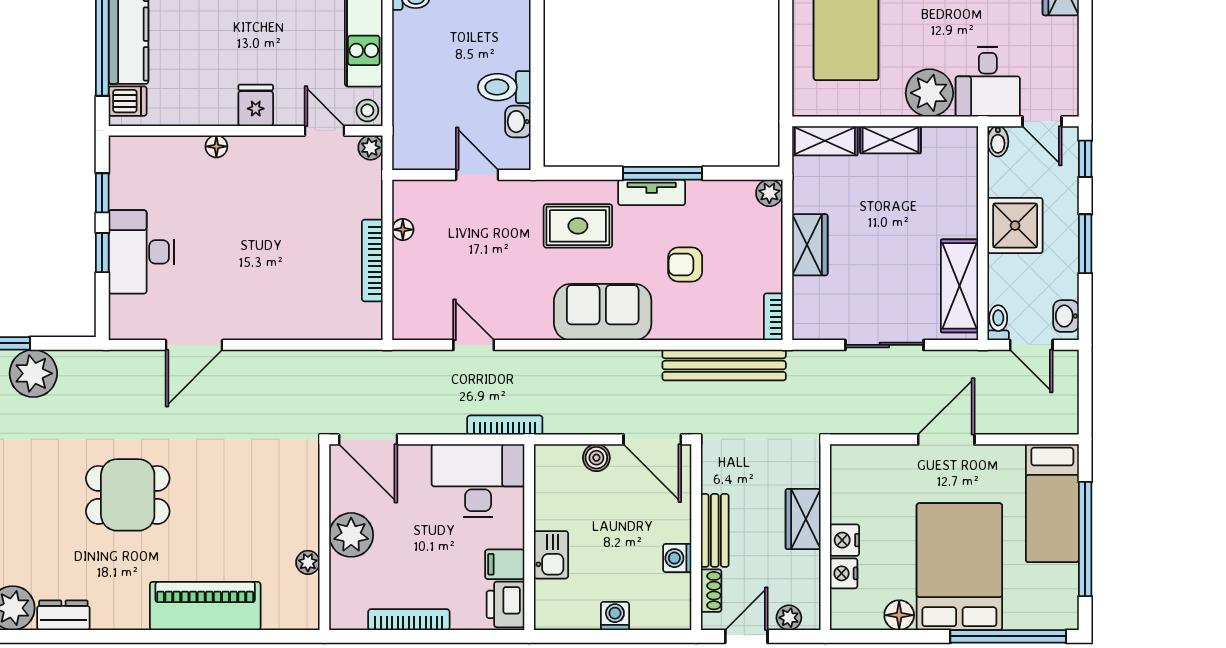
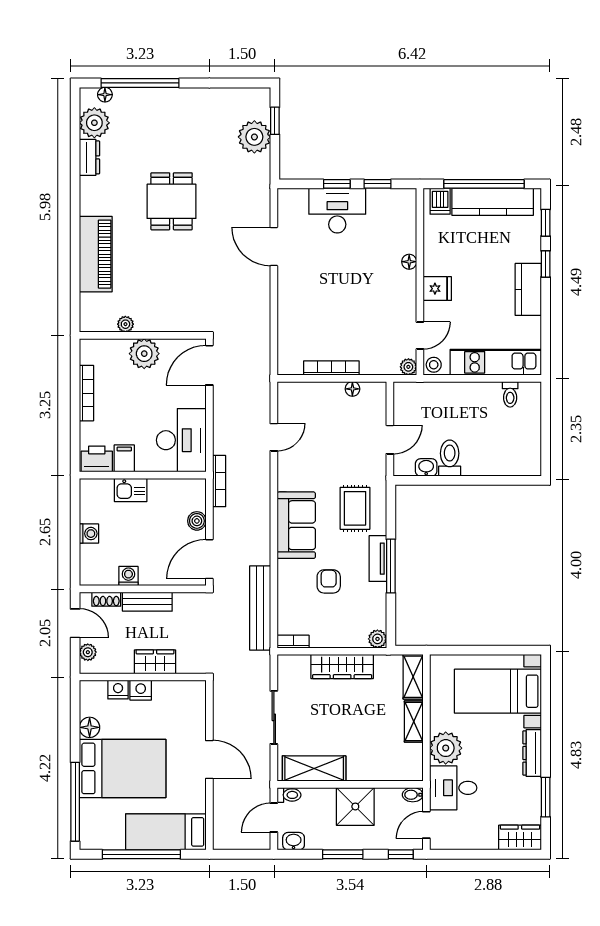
wardrobe: (810, 245) -> (342, 667), width x1.50
bookcase: (505, 425) -> (219, 481), moved

